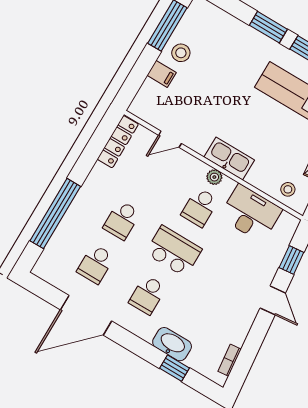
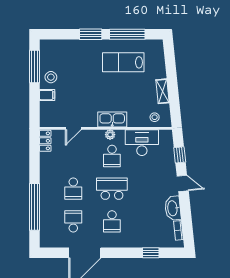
locker: (118, 142) -> (45, 141), width x0.66
school desk: (96, 264) -> (73, 221), turned 180
washbasin: (172, 344) -> (173, 208), moved, turned -96

